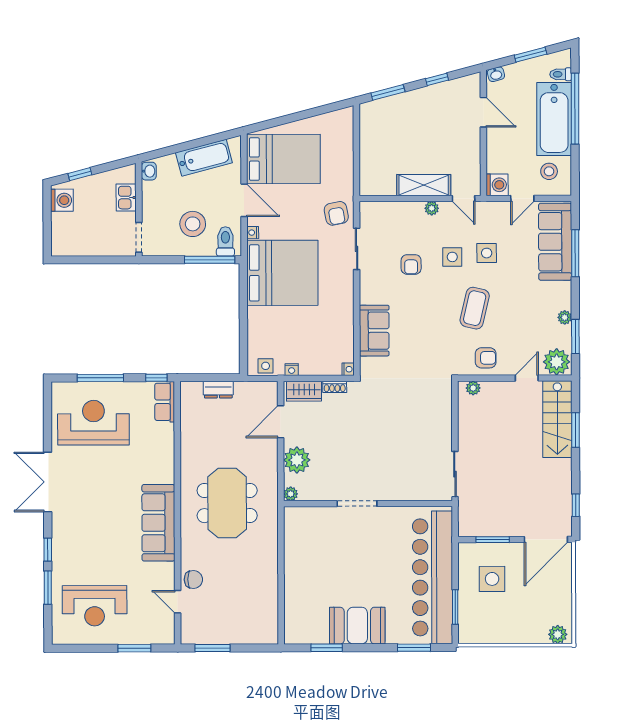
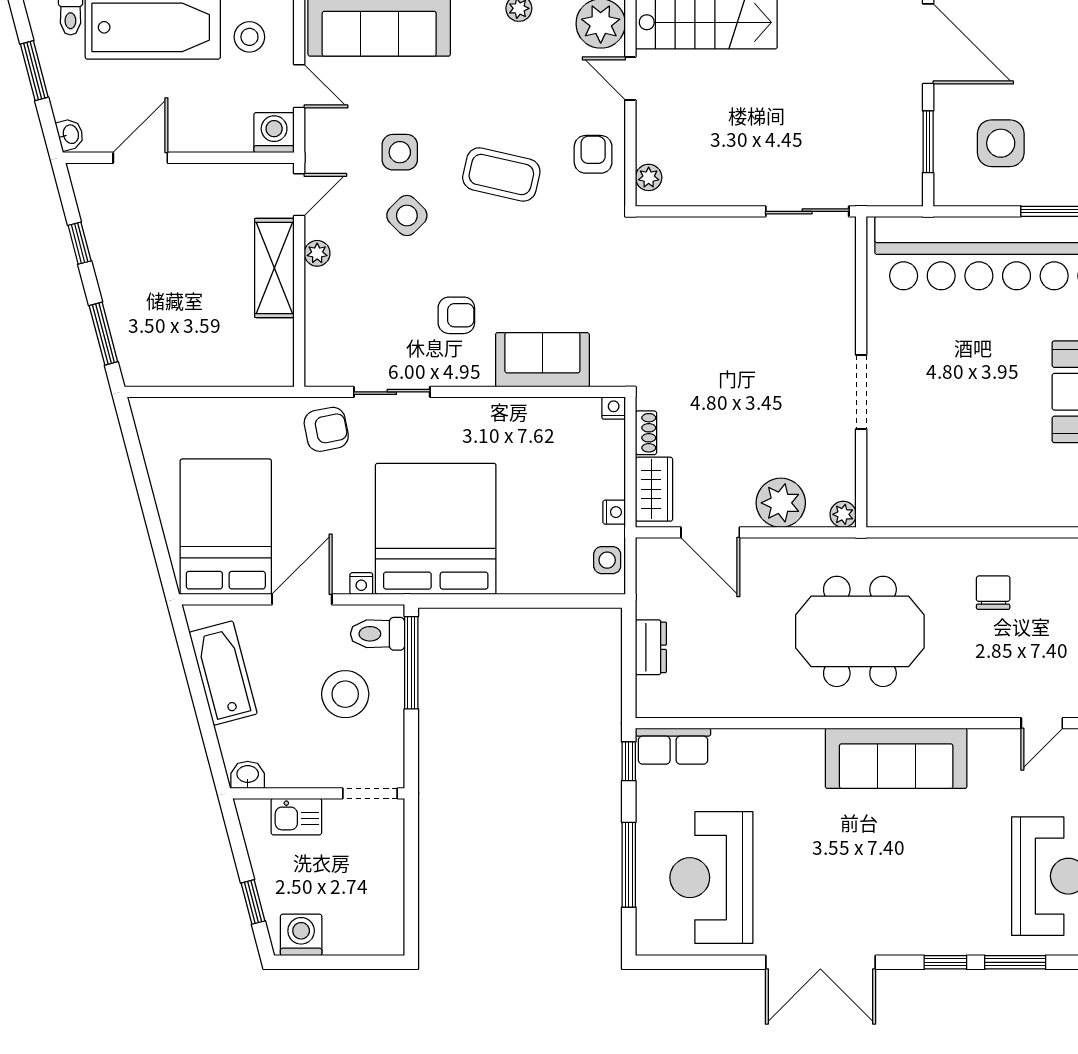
side table: (452, 257) -> (407, 215), turned 45
armchair: (411, 264) -> (456, 315), moved
chair: (193, 579) -> (993, 593), moved

